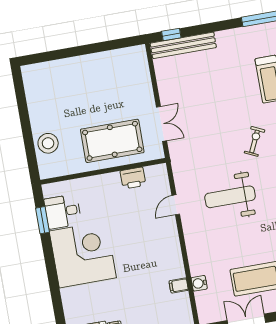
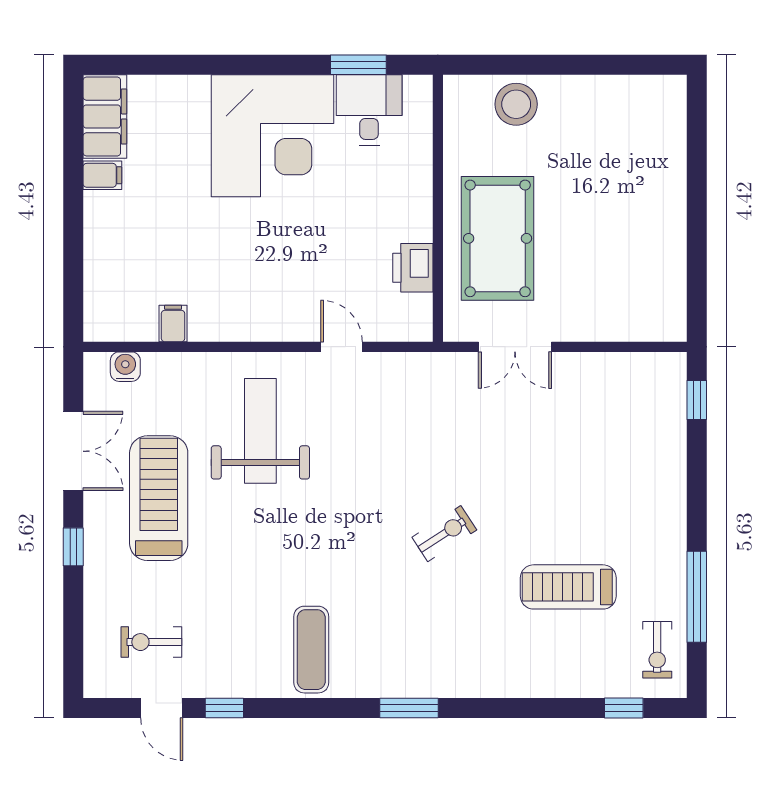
bench: (183, 45) -> (670, 421), removed
exercise bike: (255, 141) -> (444, 534), turned -58
weight bench: (230, 197) -> (260, 431), moved
water cooler: (199, 283) -> (125, 367), moved

